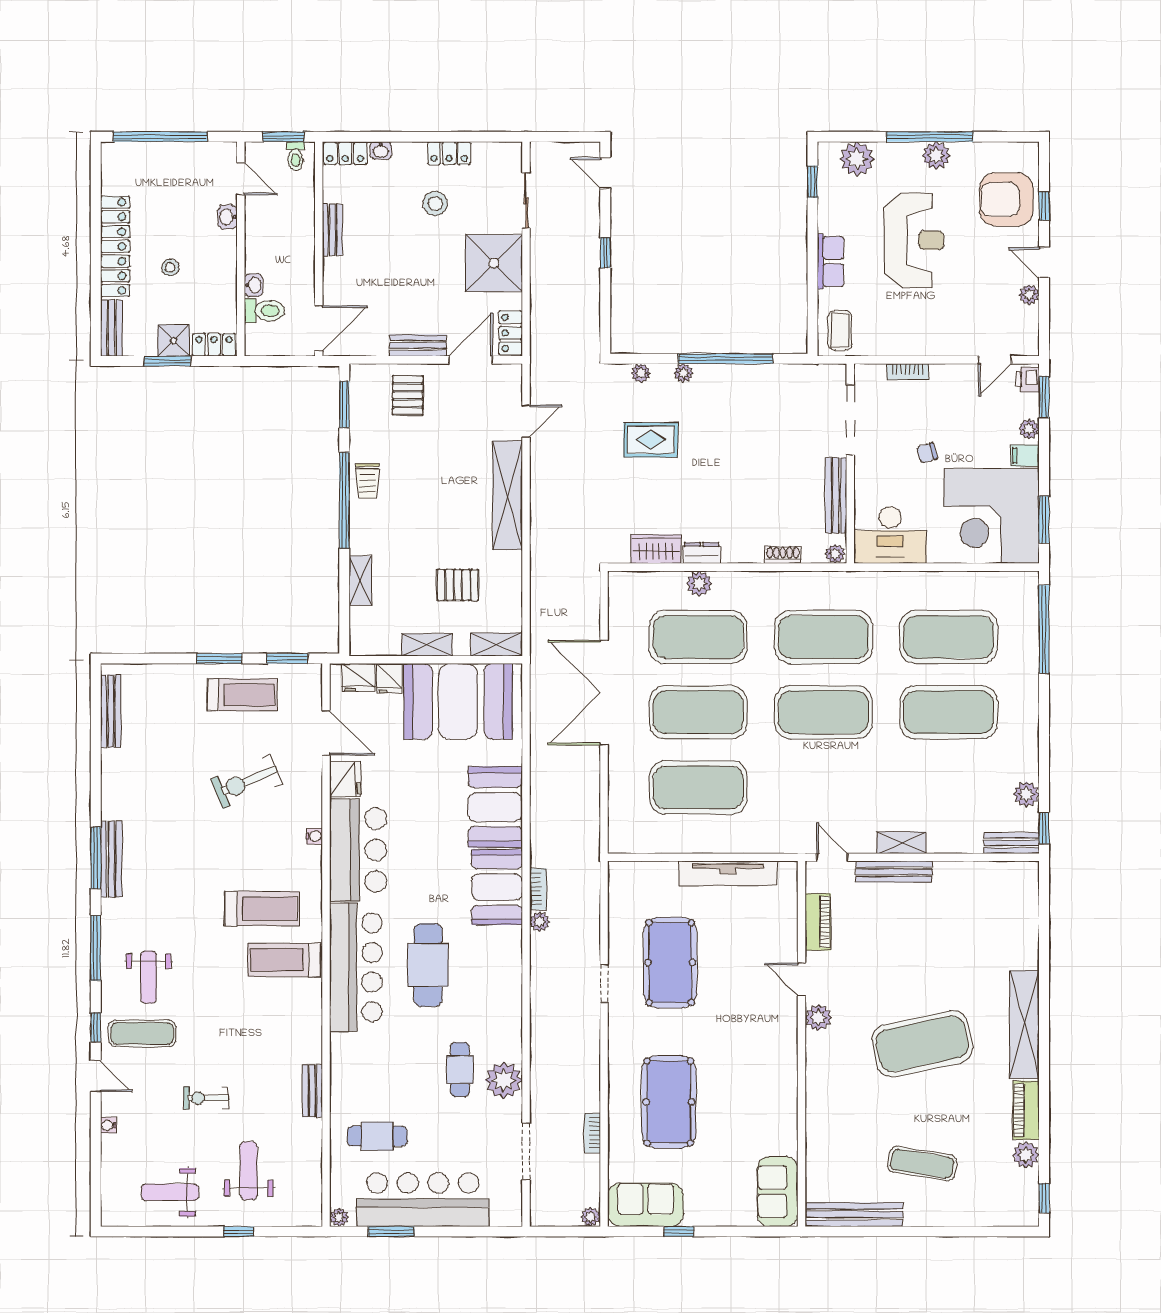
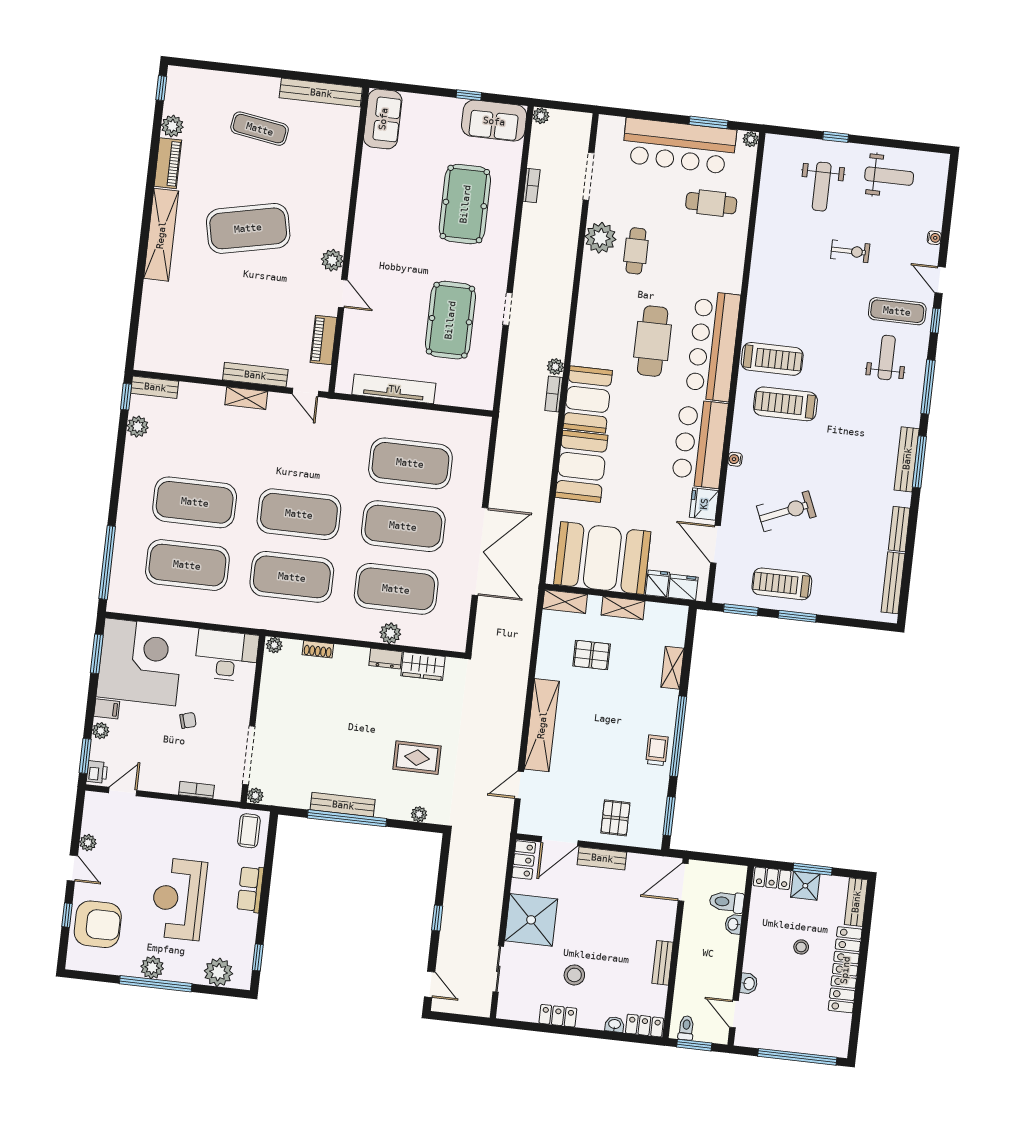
plant: (683, 373) -> (255, 796), moved
bench: (836, 495) -> (343, 805), moved, turned 90
bench: (312, 1091) -> (899, 529), moved

